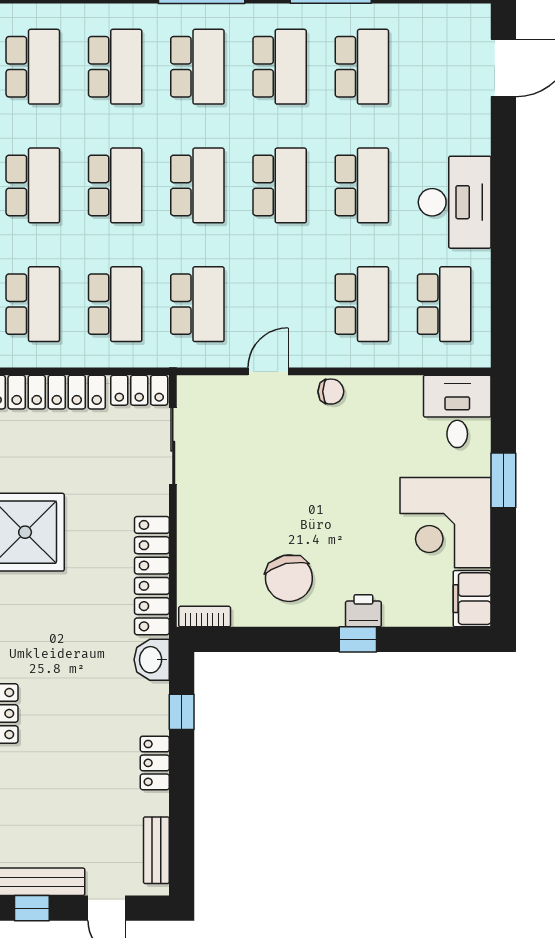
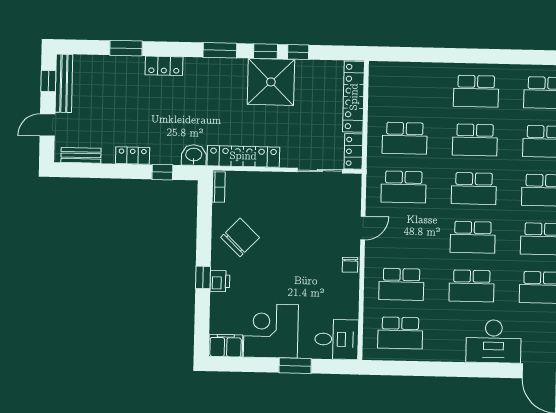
desk: (455, 202) -> (494, 341), moved
school desk: (33, 304) -> (406, 90), removed
door: (268, 371) -> (363, 228), hinge flipped
chair: (289, 578) -> (240, 237), turned 147

